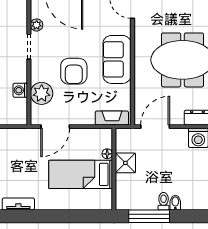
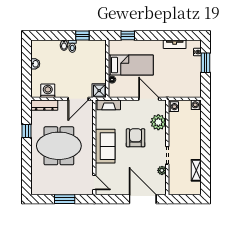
washing machine: (20, 90) -> (173, 107), moved
door: (55, 127) -> (149, 99), hinge flipped
shower: (125, 163) -> (99, 91), moved
window: (85, 216) -> (128, 36), added
window: (149, 216) -> (82, 36), width x0.46

